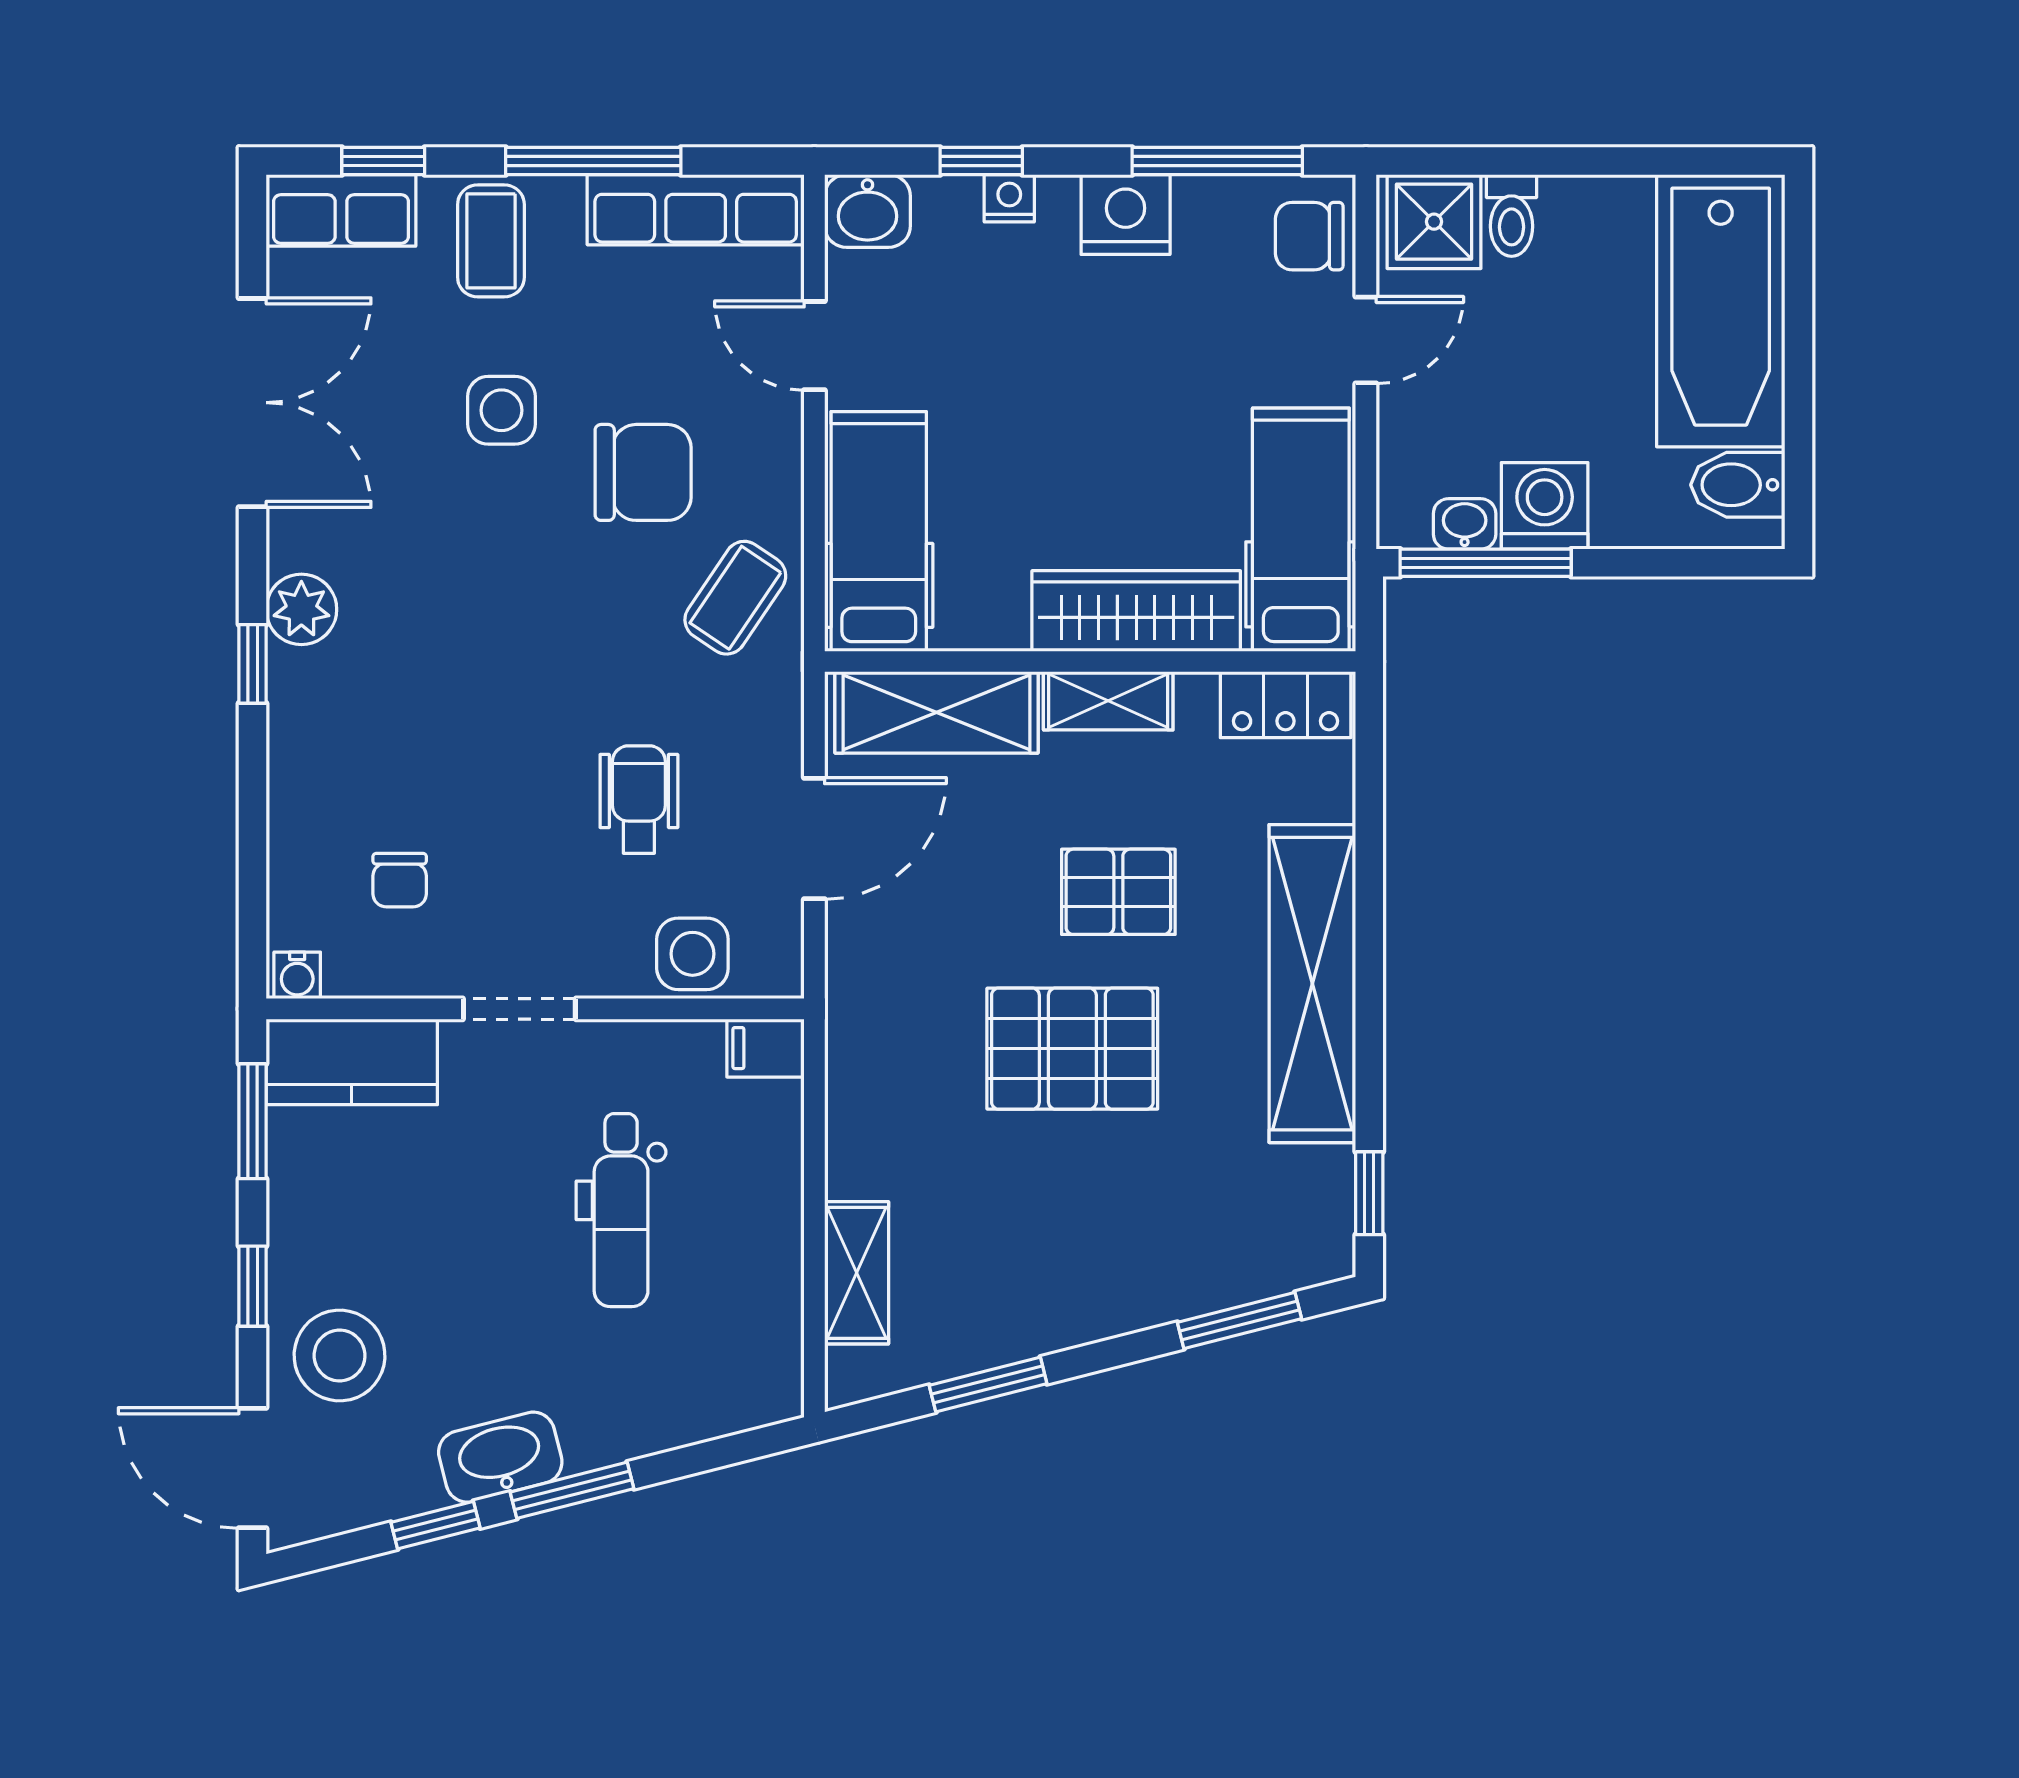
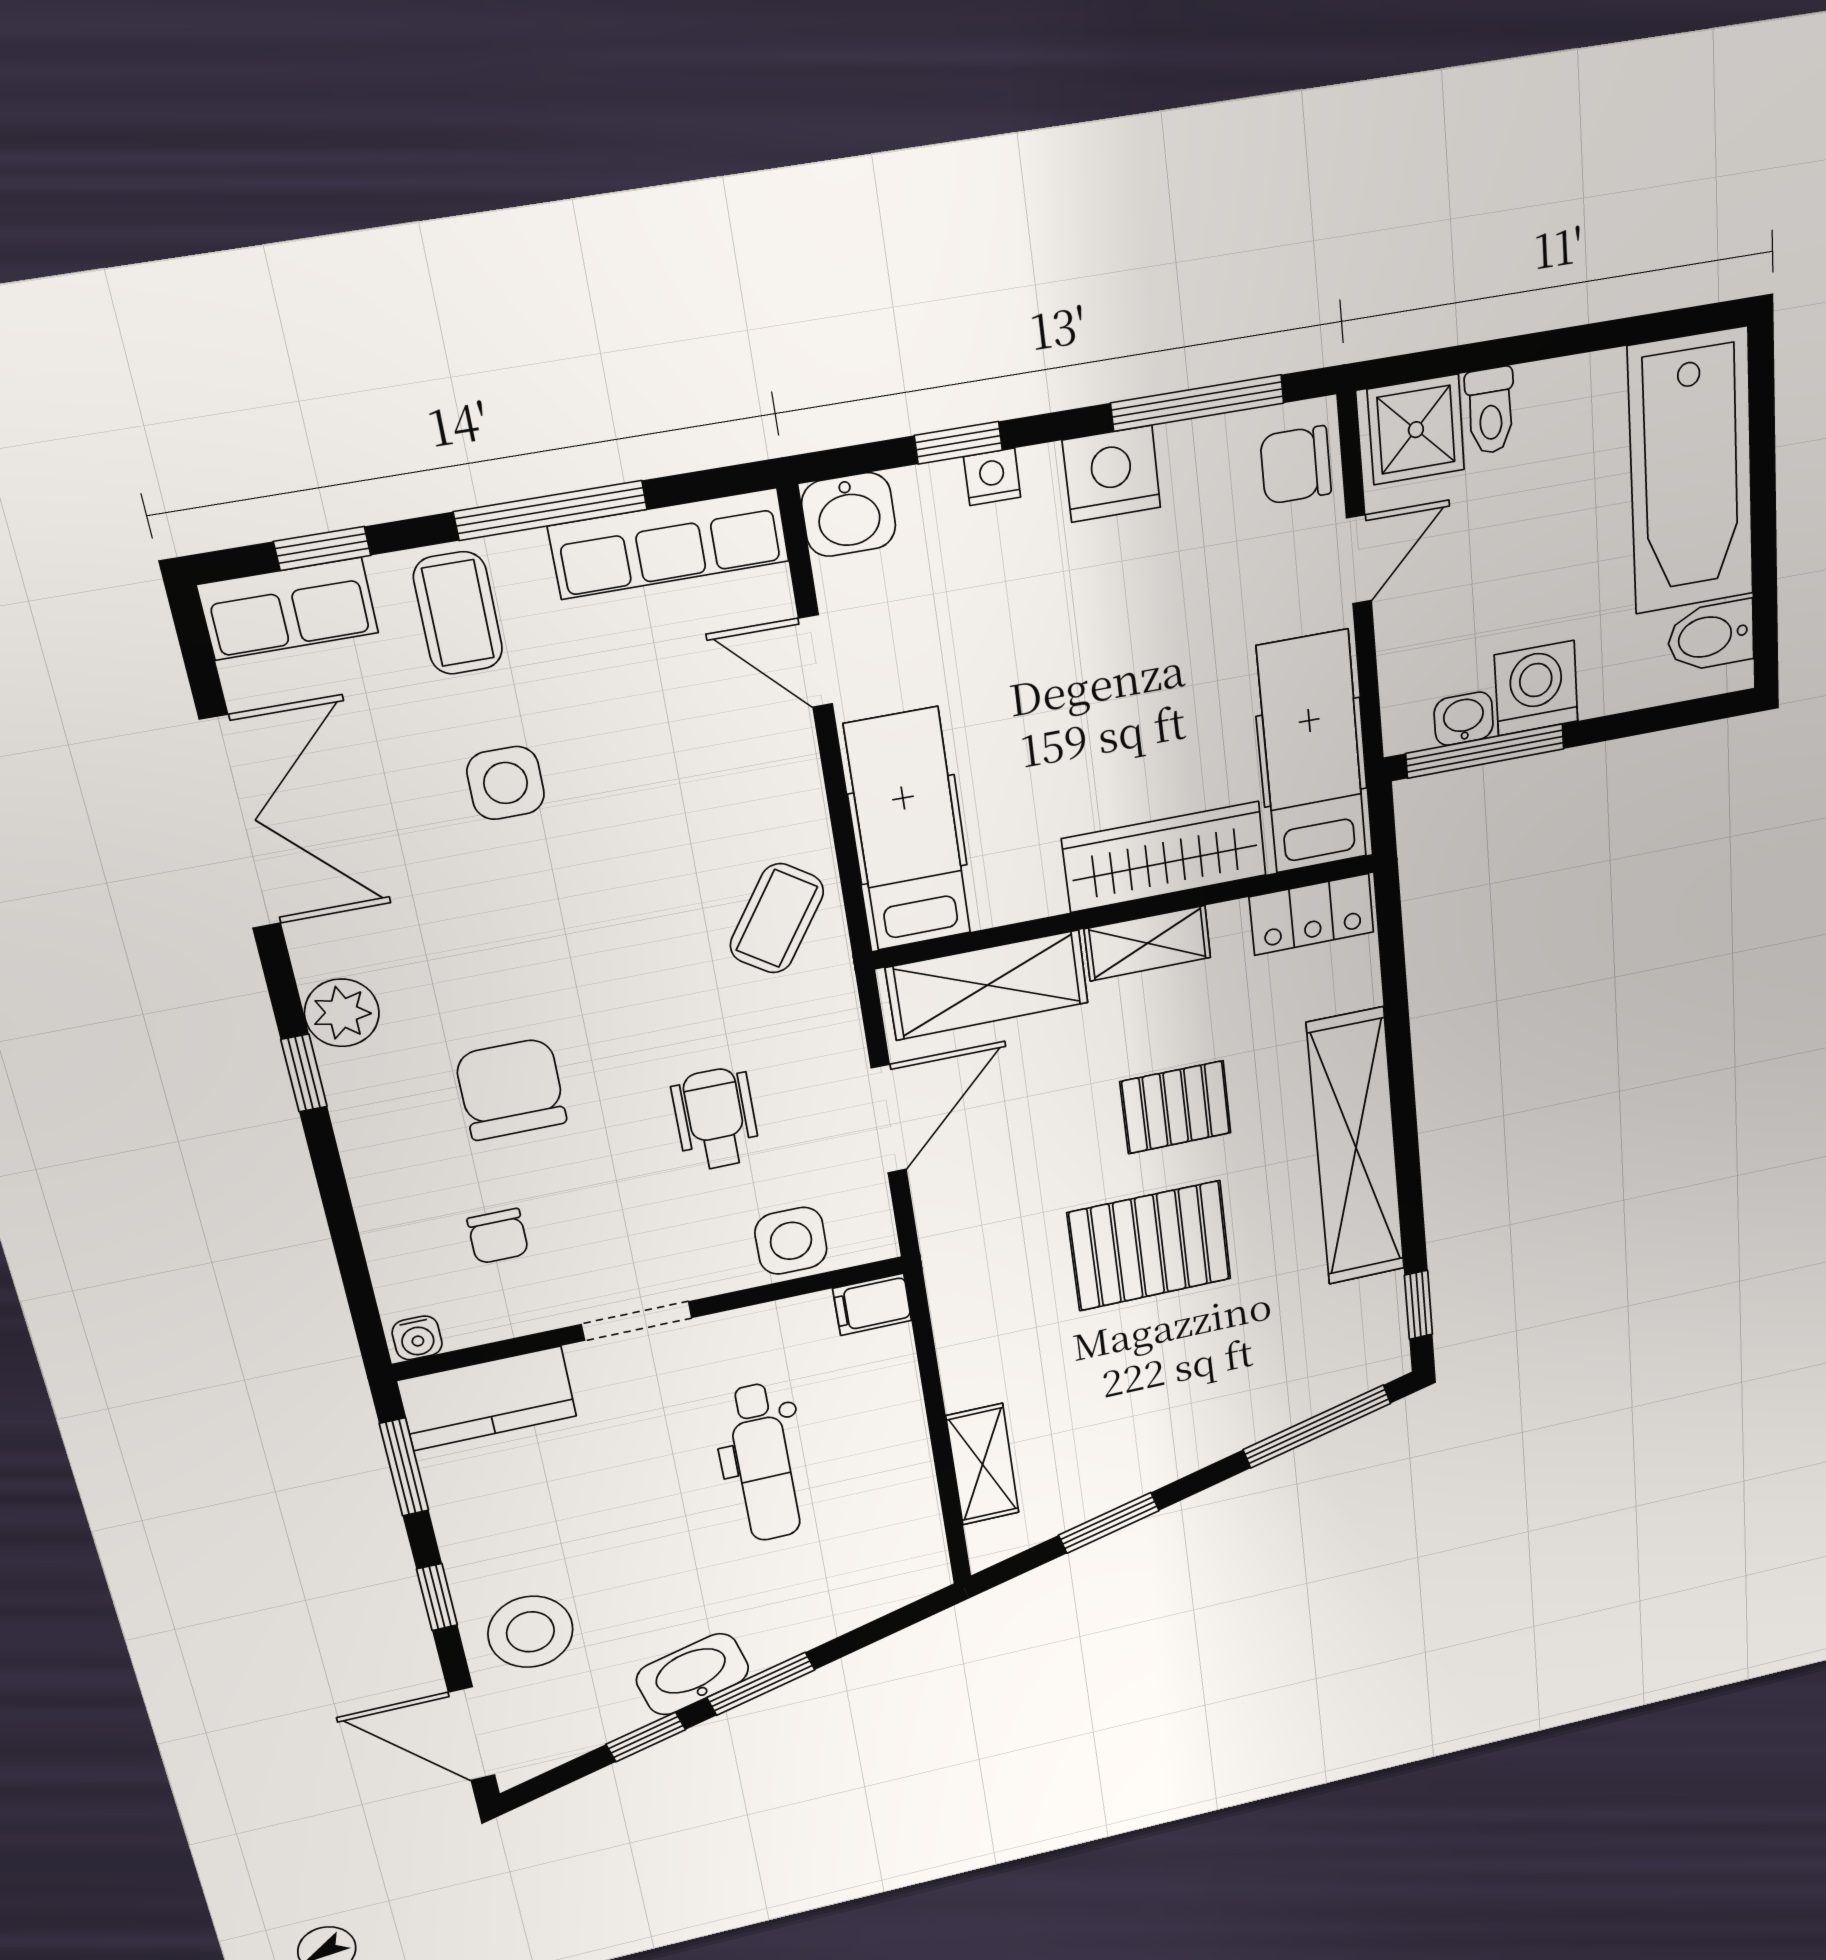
chair: (643, 472) -> (511, 1089), moved, turned -90
window: (1239, 1320) -> (1317, 1427), width x1.44

